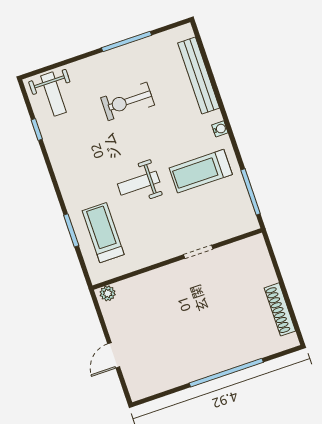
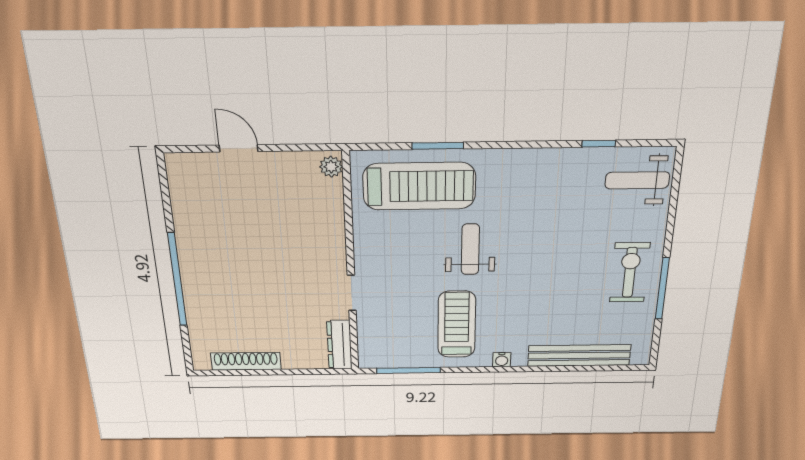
exercise bike: (128, 101) -> (630, 272), moved
treadmill: (103, 233) -> (419, 186), width x1.37, depth x1.38
dresser: (244, 247) -> (339, 345), added

